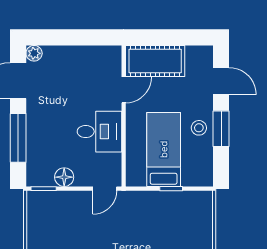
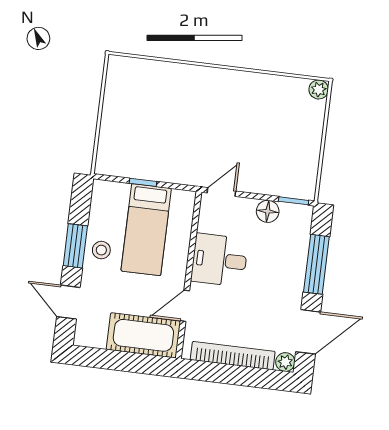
bookcase: (79, 53) -> (233, 356), added

